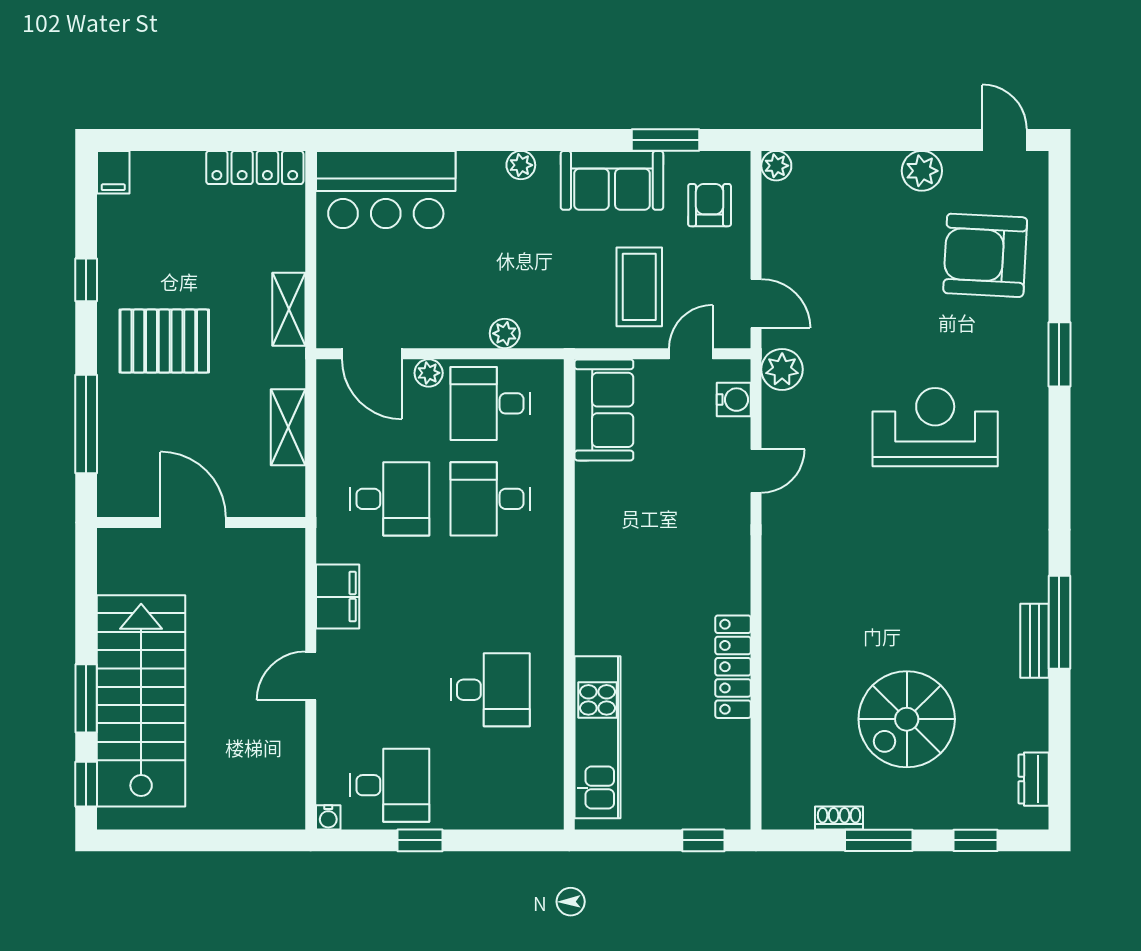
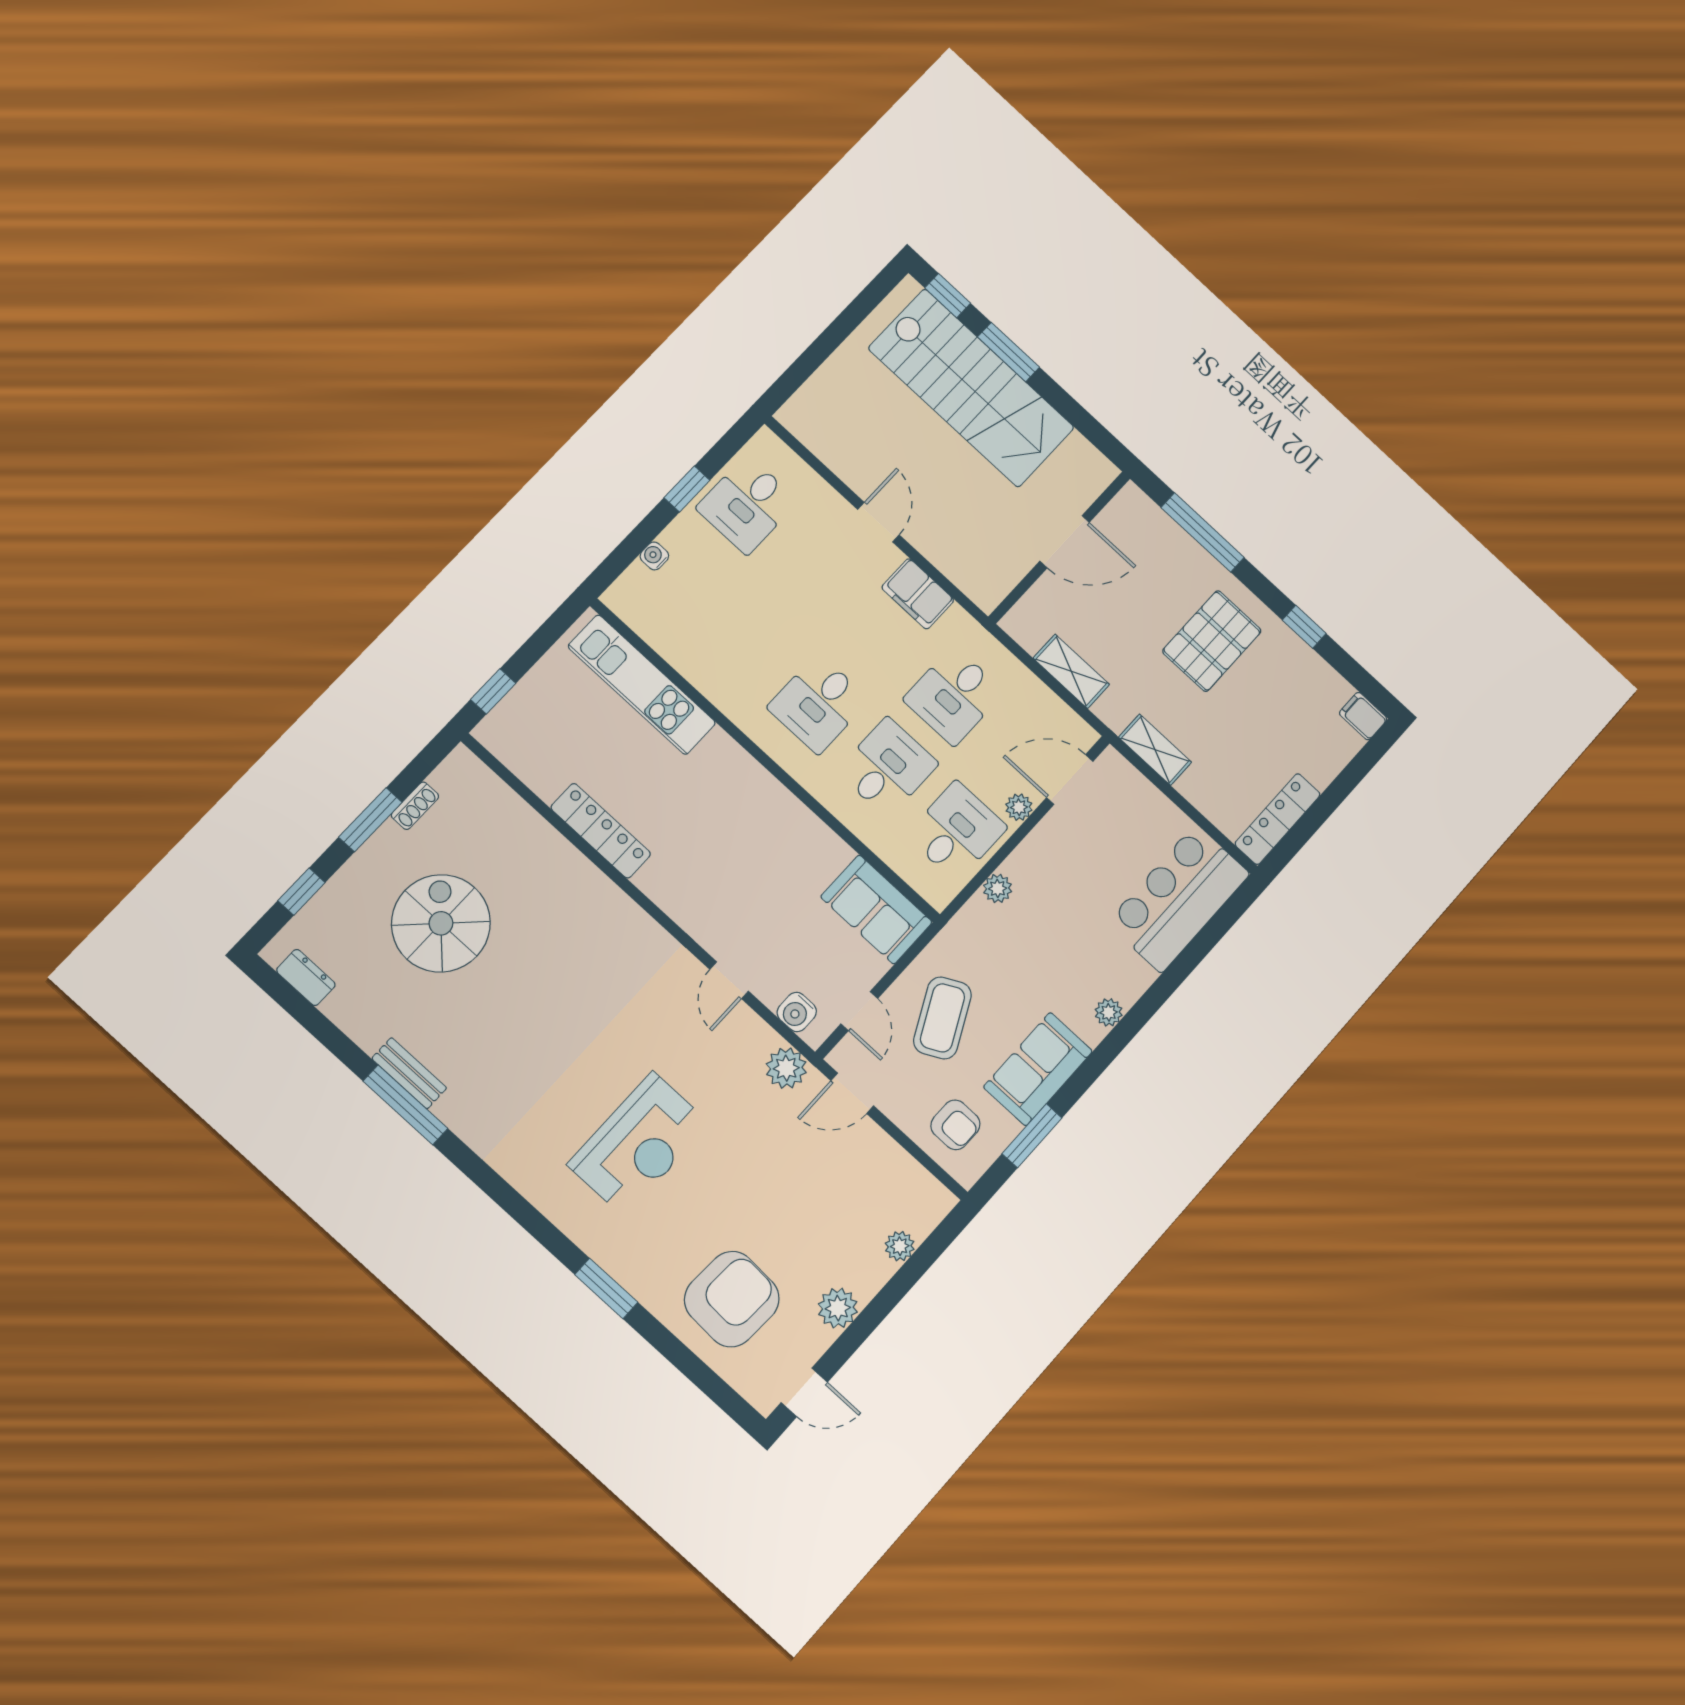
plant: (776, 166) -> (900, 1246), moved
coffee table: (639, 287) -> (942, 1018), turned 63
desk: (490, 690) -> (818, 704), moved
water cooler: (328, 817) -> (654, 556), moved

